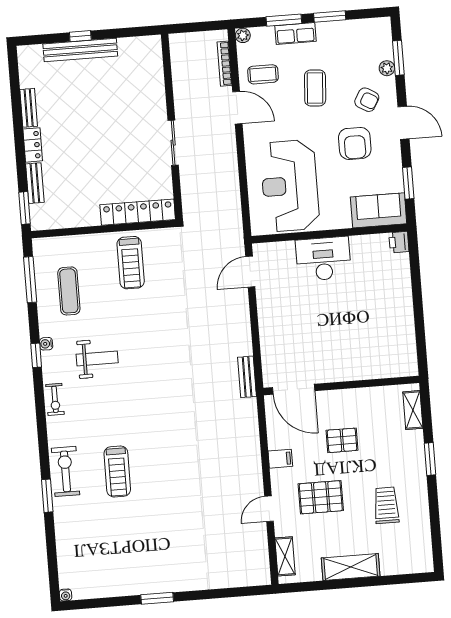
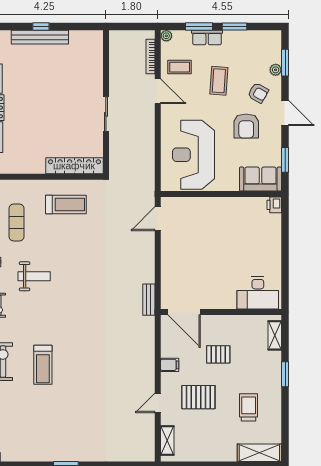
desk: (323, 259) -> (258, 293), moved, turned 180
treadmill: (131, 263) -> (66, 204), turned -90
shelving: (351, 567) -> (259, 453), moved

